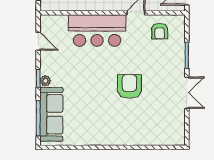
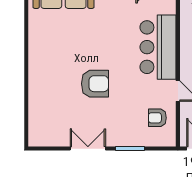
double door: (187, 93) -> (88, 149), swing flipped

